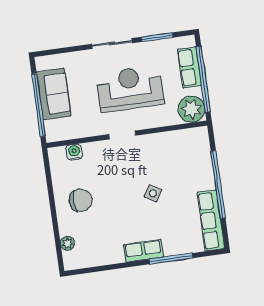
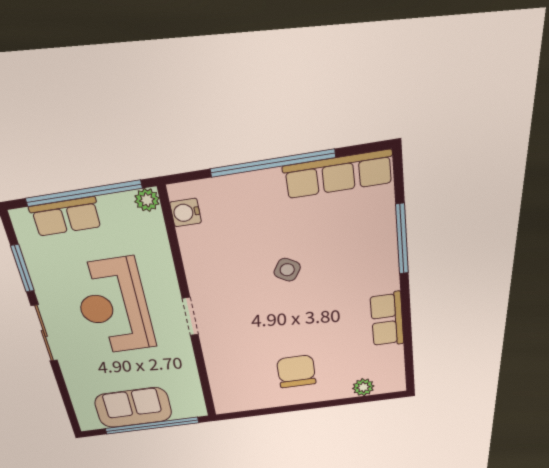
plant: (191, 109) -> (147, 200), width x0.53, depth x0.53
water cooler: (74, 152) -> (186, 212), moved
row of seats: (143, 251) -> (387, 320), moved

